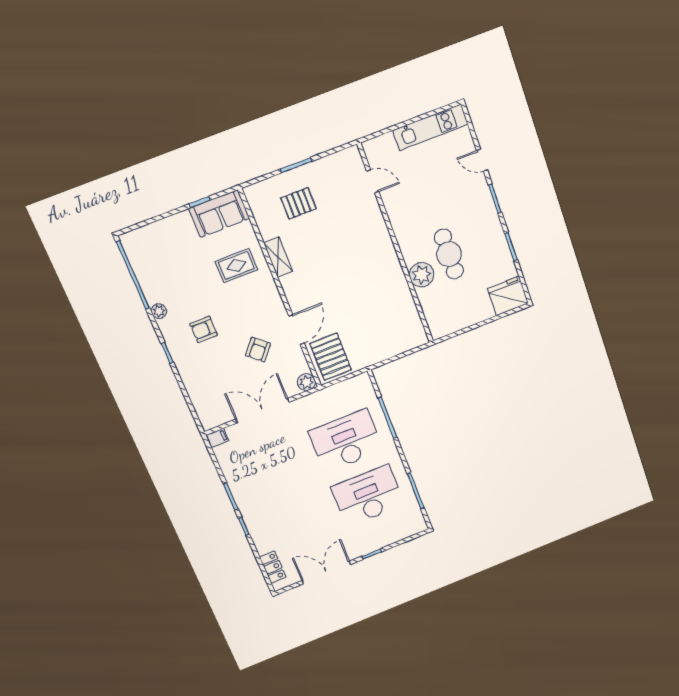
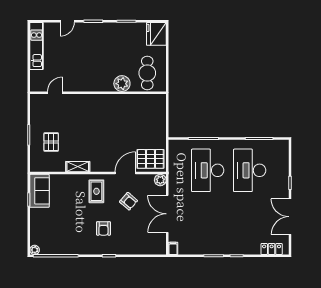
cafe table: (449, 254) -> (147, 73), moved, turned 90
rug: (236, 265) -> (96, 191), moved
plant: (159, 311) -> (35, 250), moved
door: (296, 330) -> (125, 173), hinge flipped

